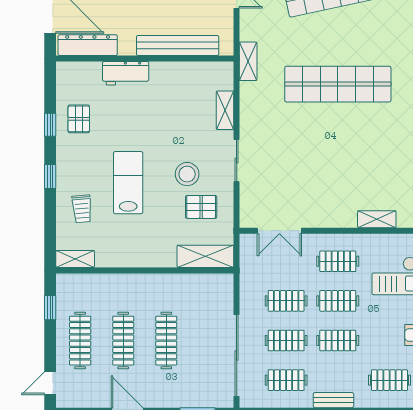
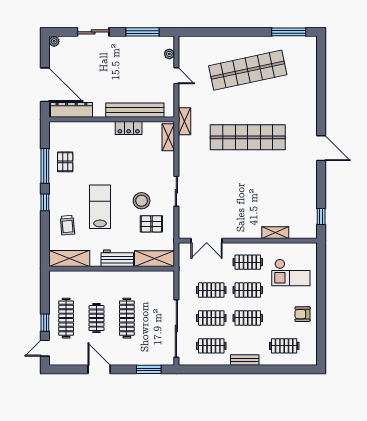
locker: (169, 71) -> (129, 128), added
workbench: (126, 73) -> (117, 258), moved, turned 180
shelving: (225, 110) -> (168, 137), moved
window: (50, 125) -> (45, 166), width x2.17
shelving: (75, 259) -> (69, 259), width x1.50, depth x1.33
window: (50, 308) -> (45, 323), moved
clothes rail: (123, 341) -> (96, 318), width x0.73

